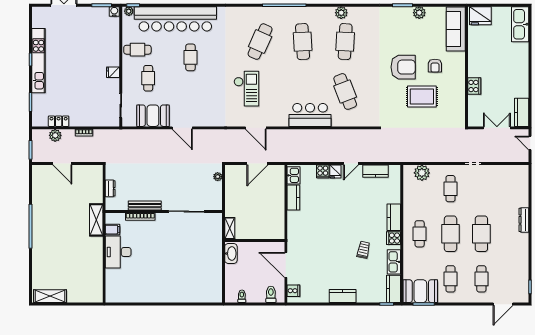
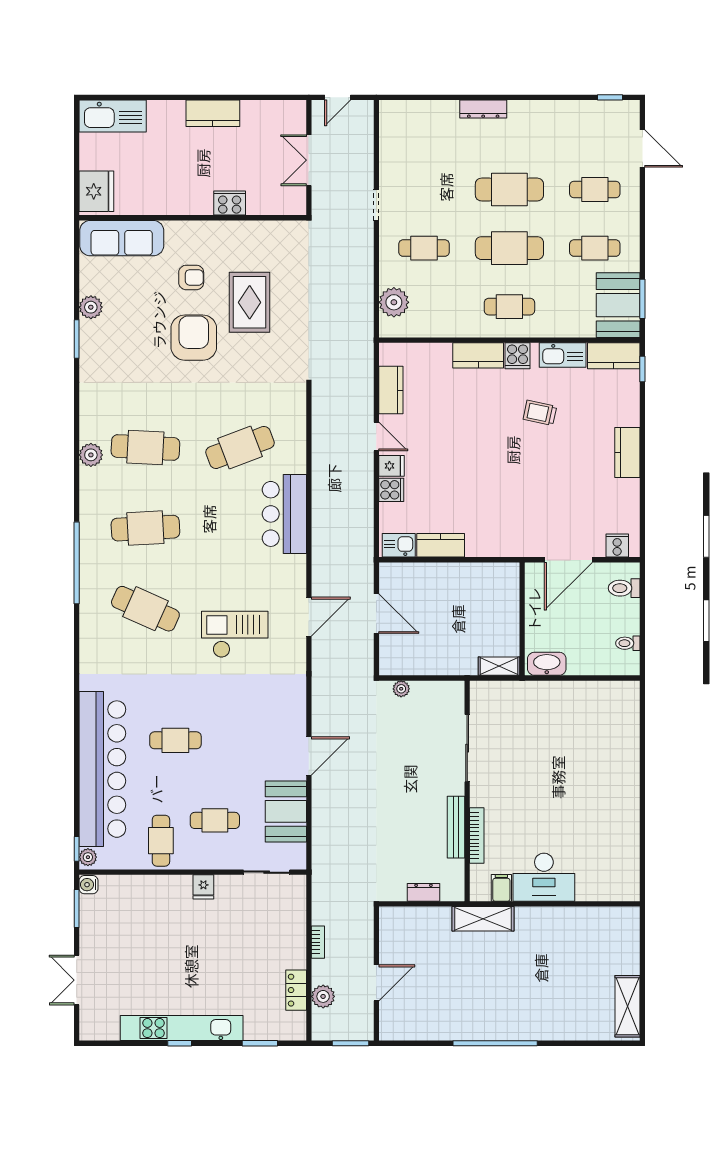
kitchen counter: (522, 112) -> (213, 113), moved

